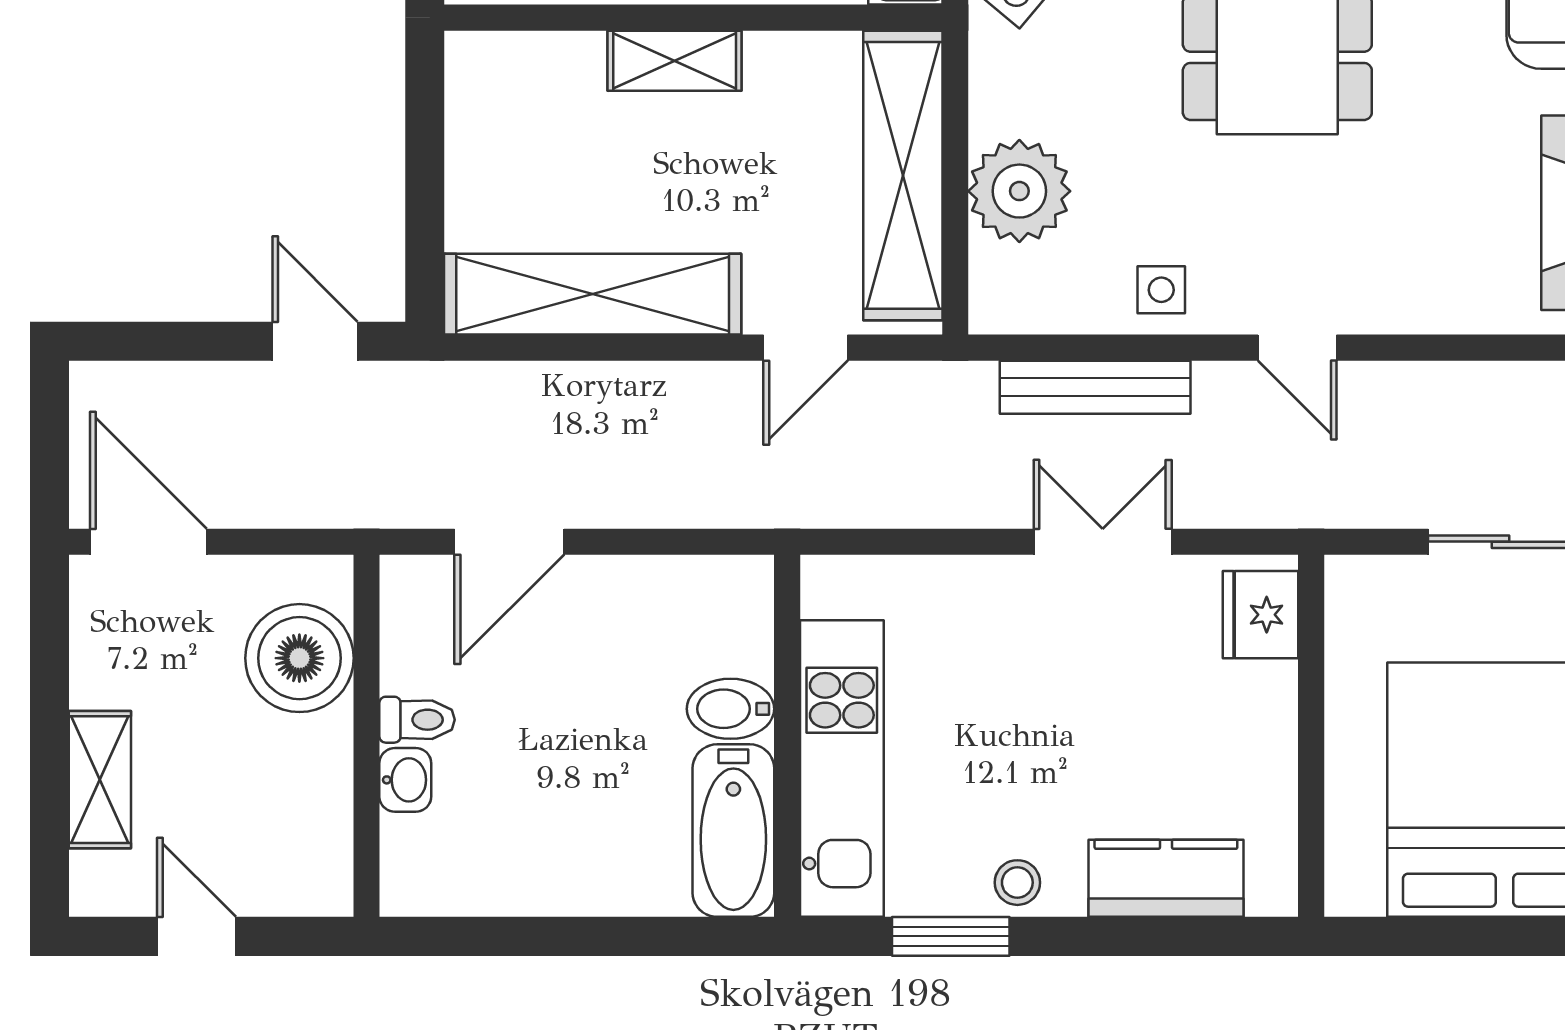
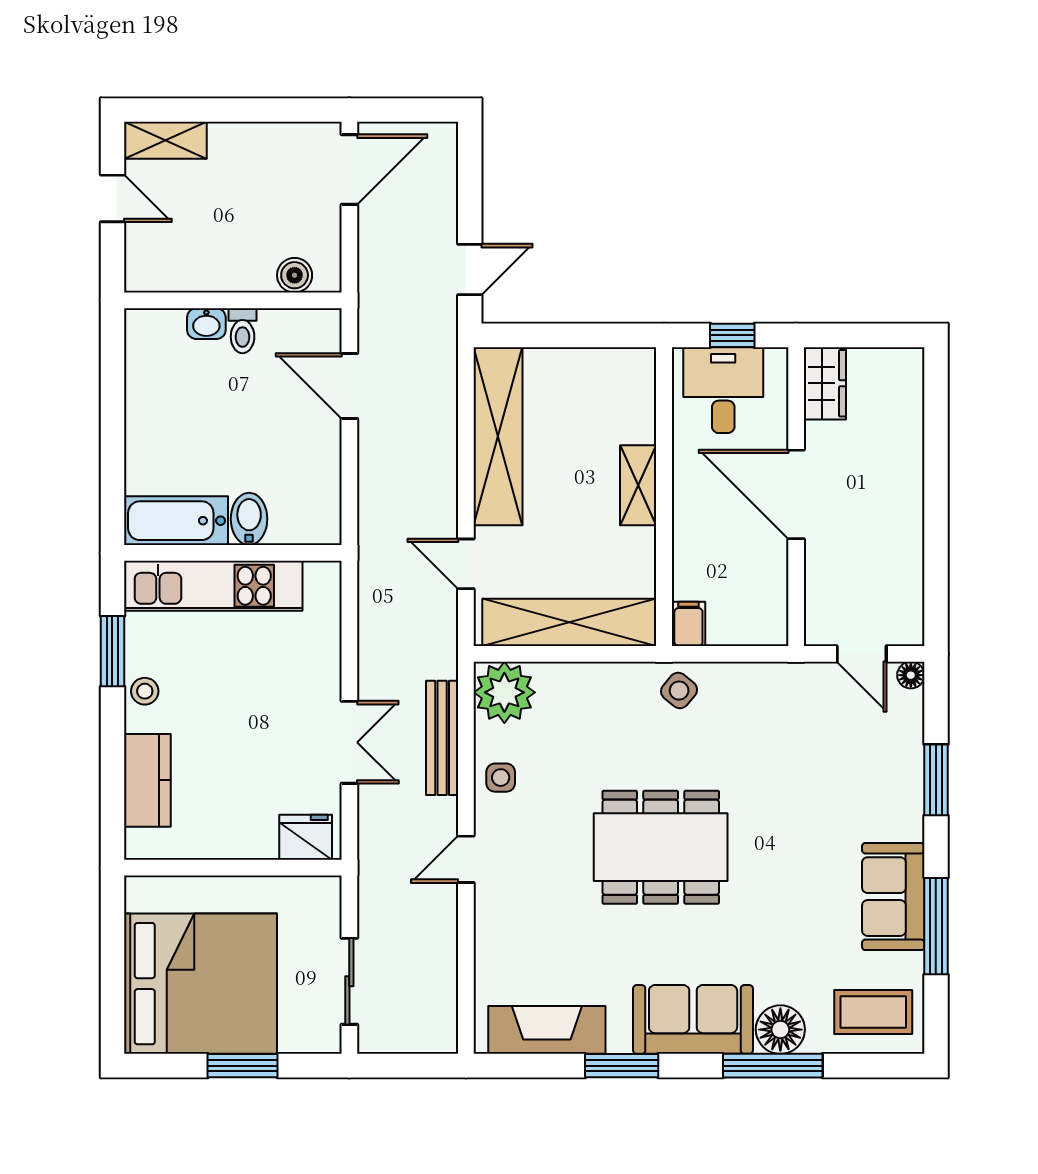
plant: (1019, 191) -> (504, 692), moved
boiler: (299, 658) -> (295, 275), width x0.54, depth x0.54
shelving: (100, 780) -> (165, 140), moved
door: (197, 936) -> (112, 198), hinge flipped

